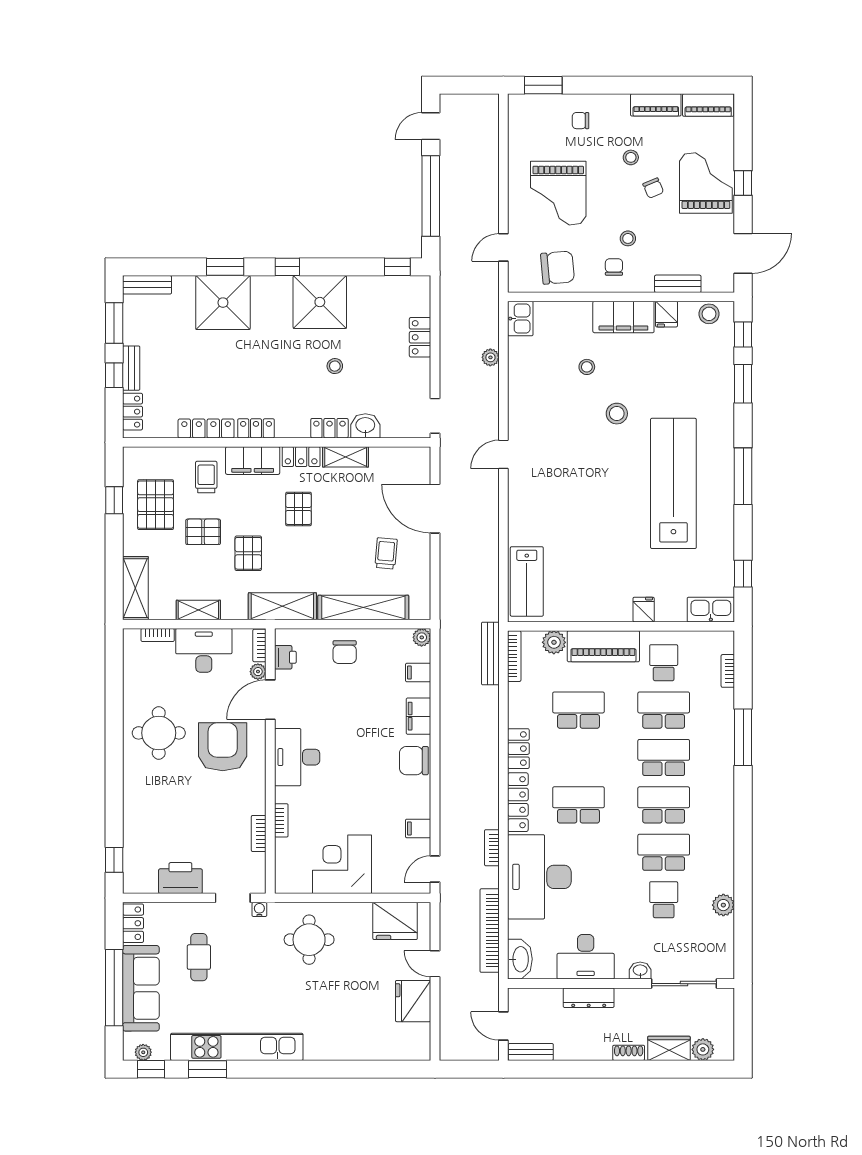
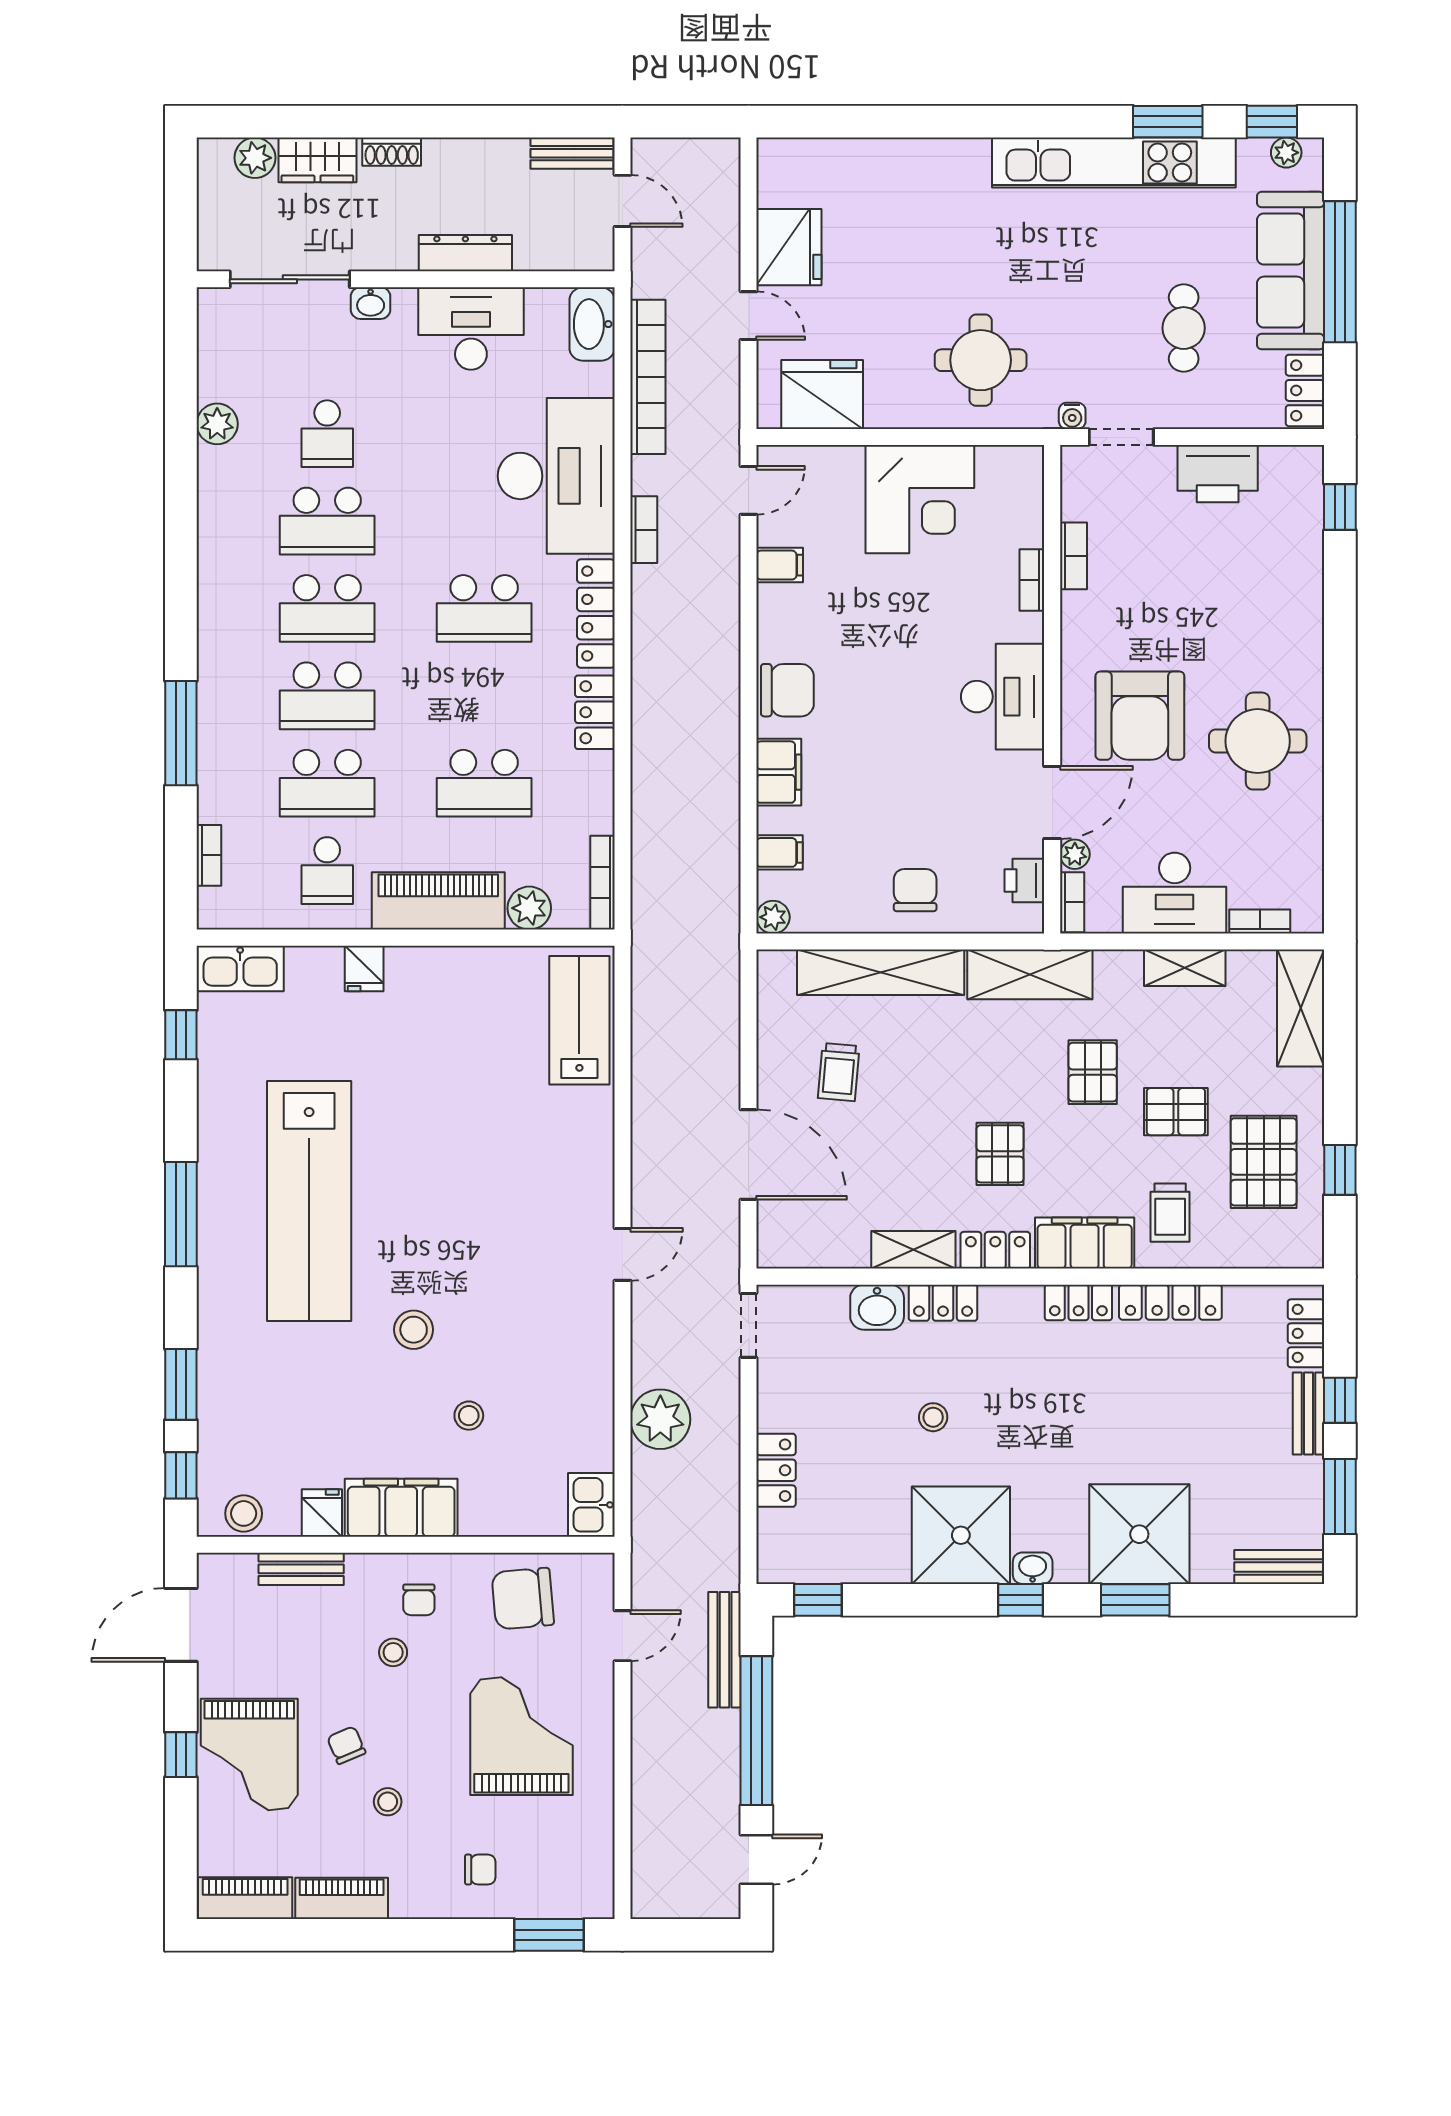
washbasin: (281, 284) -> (1033, 1568), added
plant: (490, 357) -> (660, 1419), width x1.88, depth x1.88
bench: (490, 653) -> (724, 1650), moved

